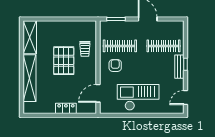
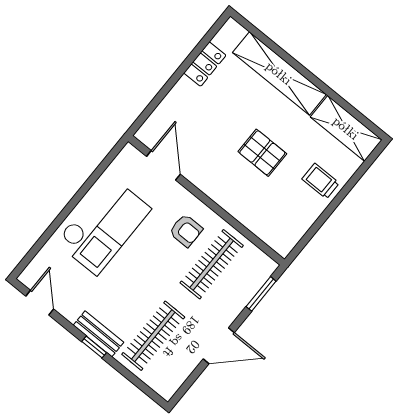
trolley: (85, 49) -> (321, 181), moved
pallet: (64, 61) -> (262, 153), width x0.67, depth x0.71
locker: (66, 108) -> (205, 64), moved

